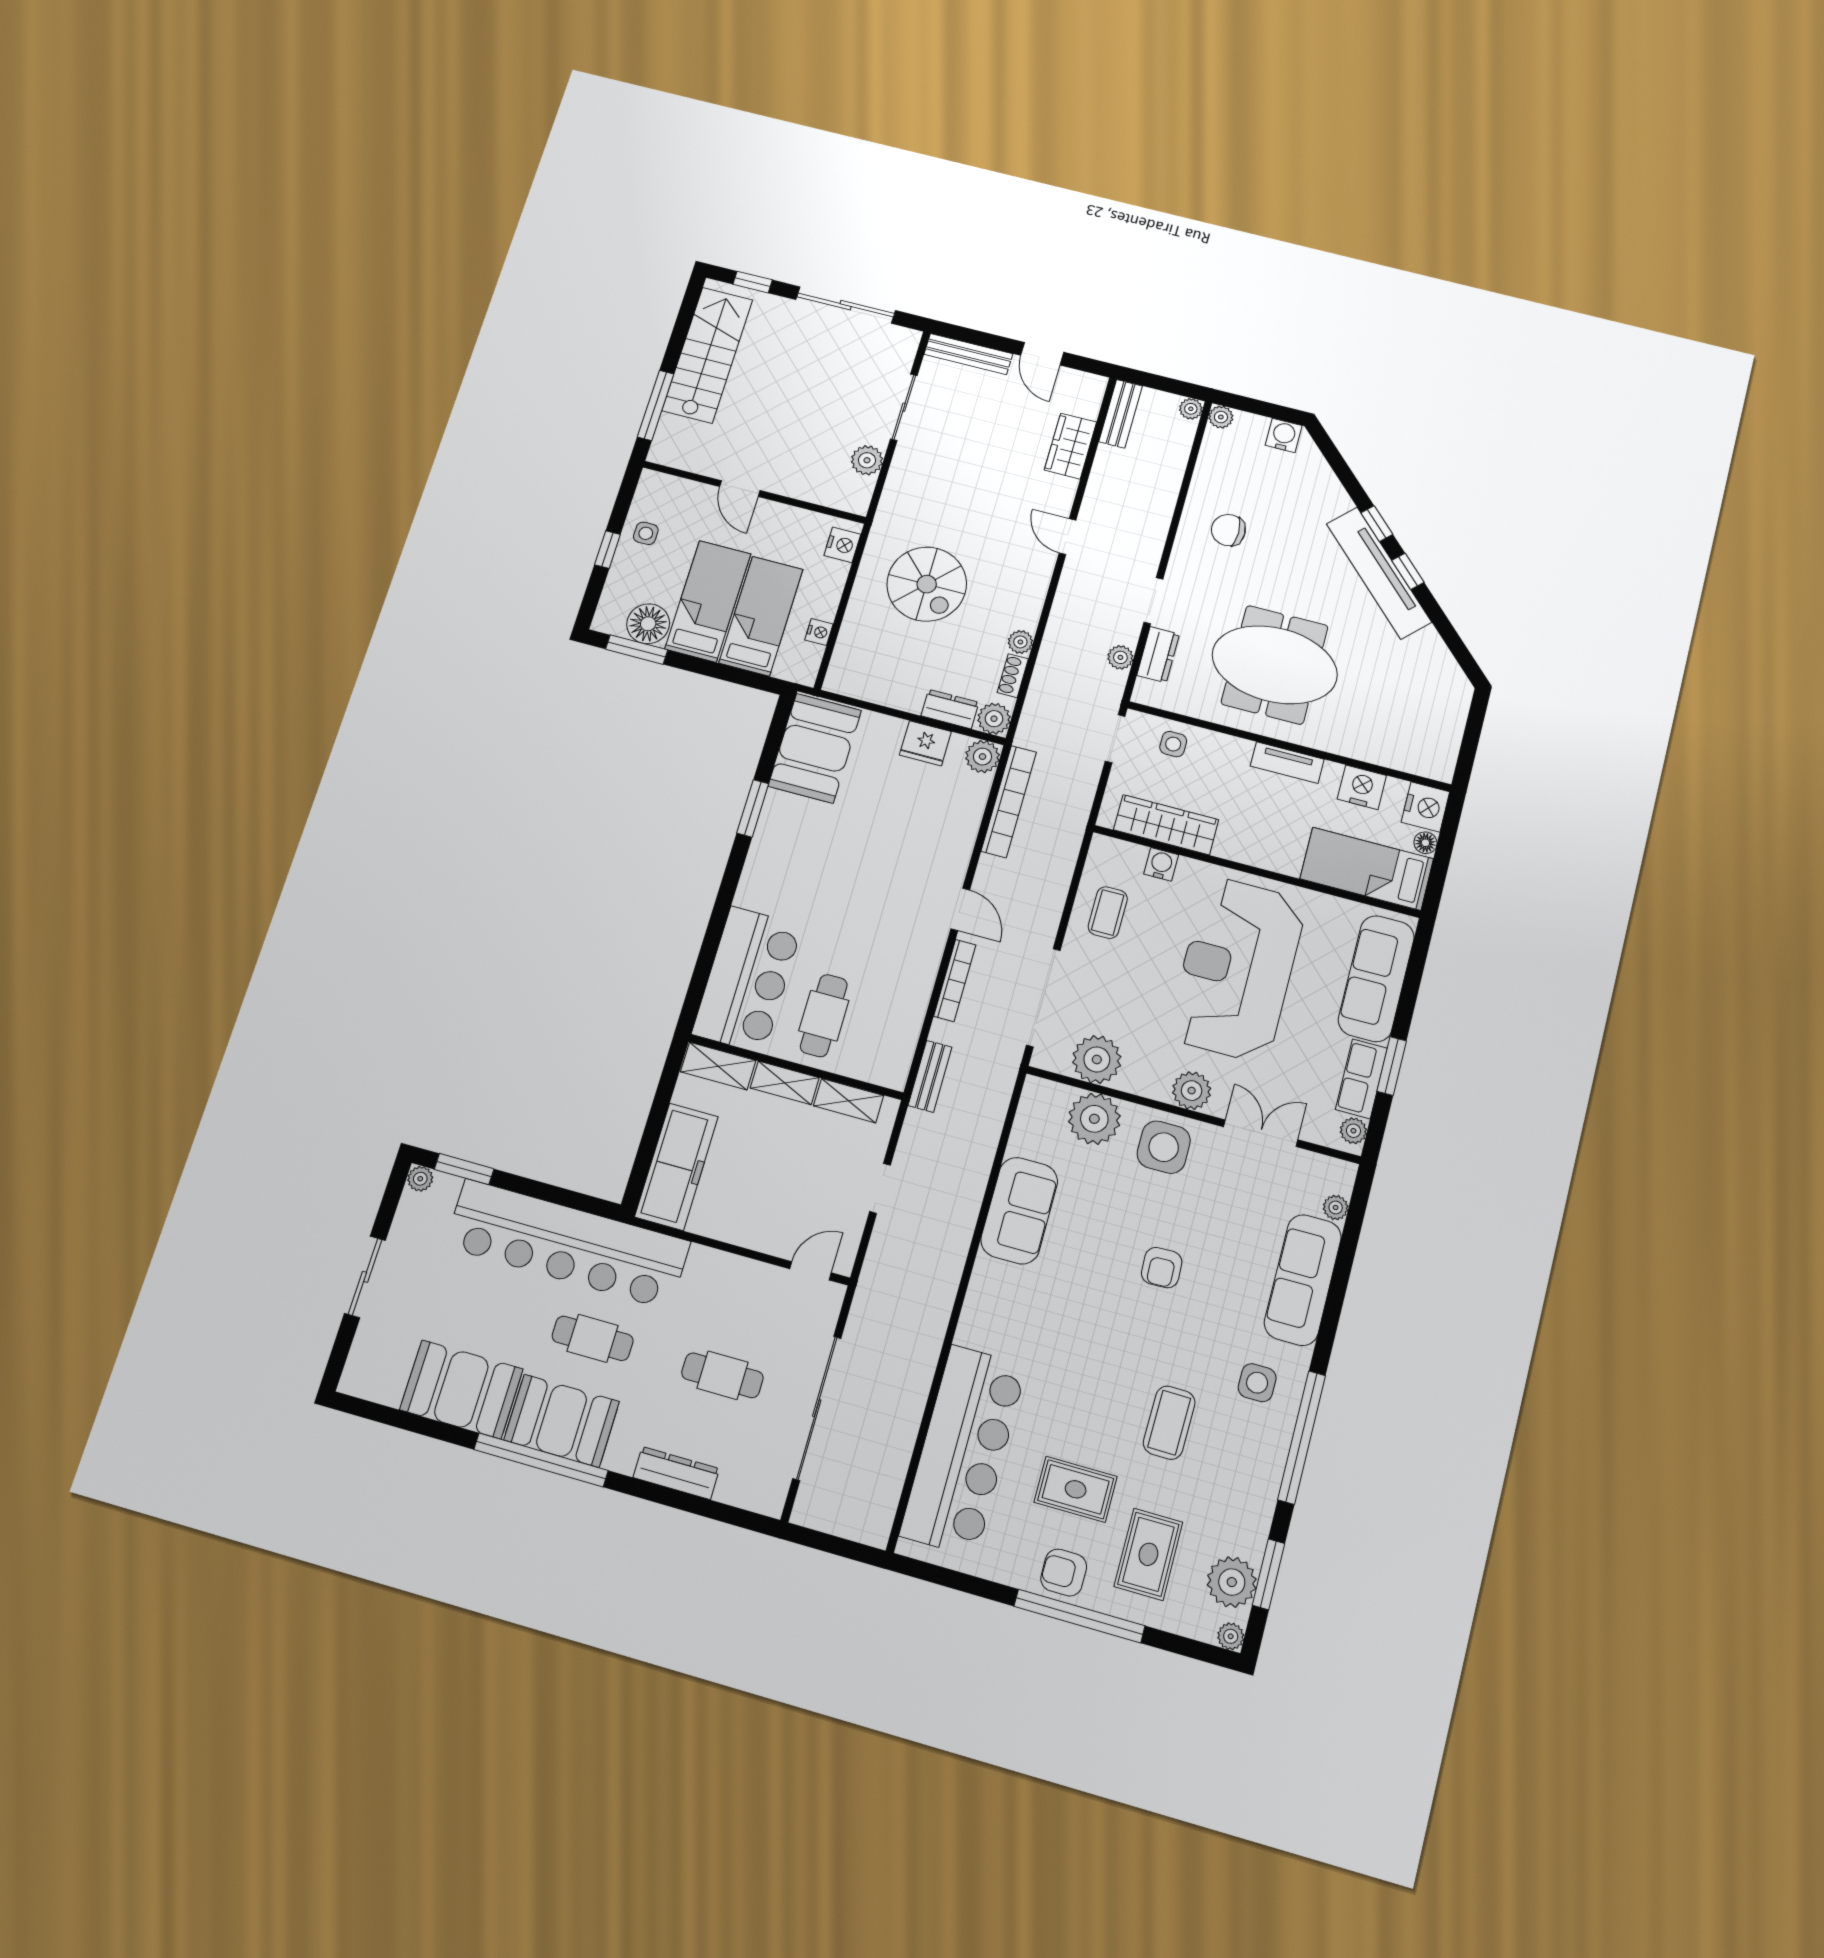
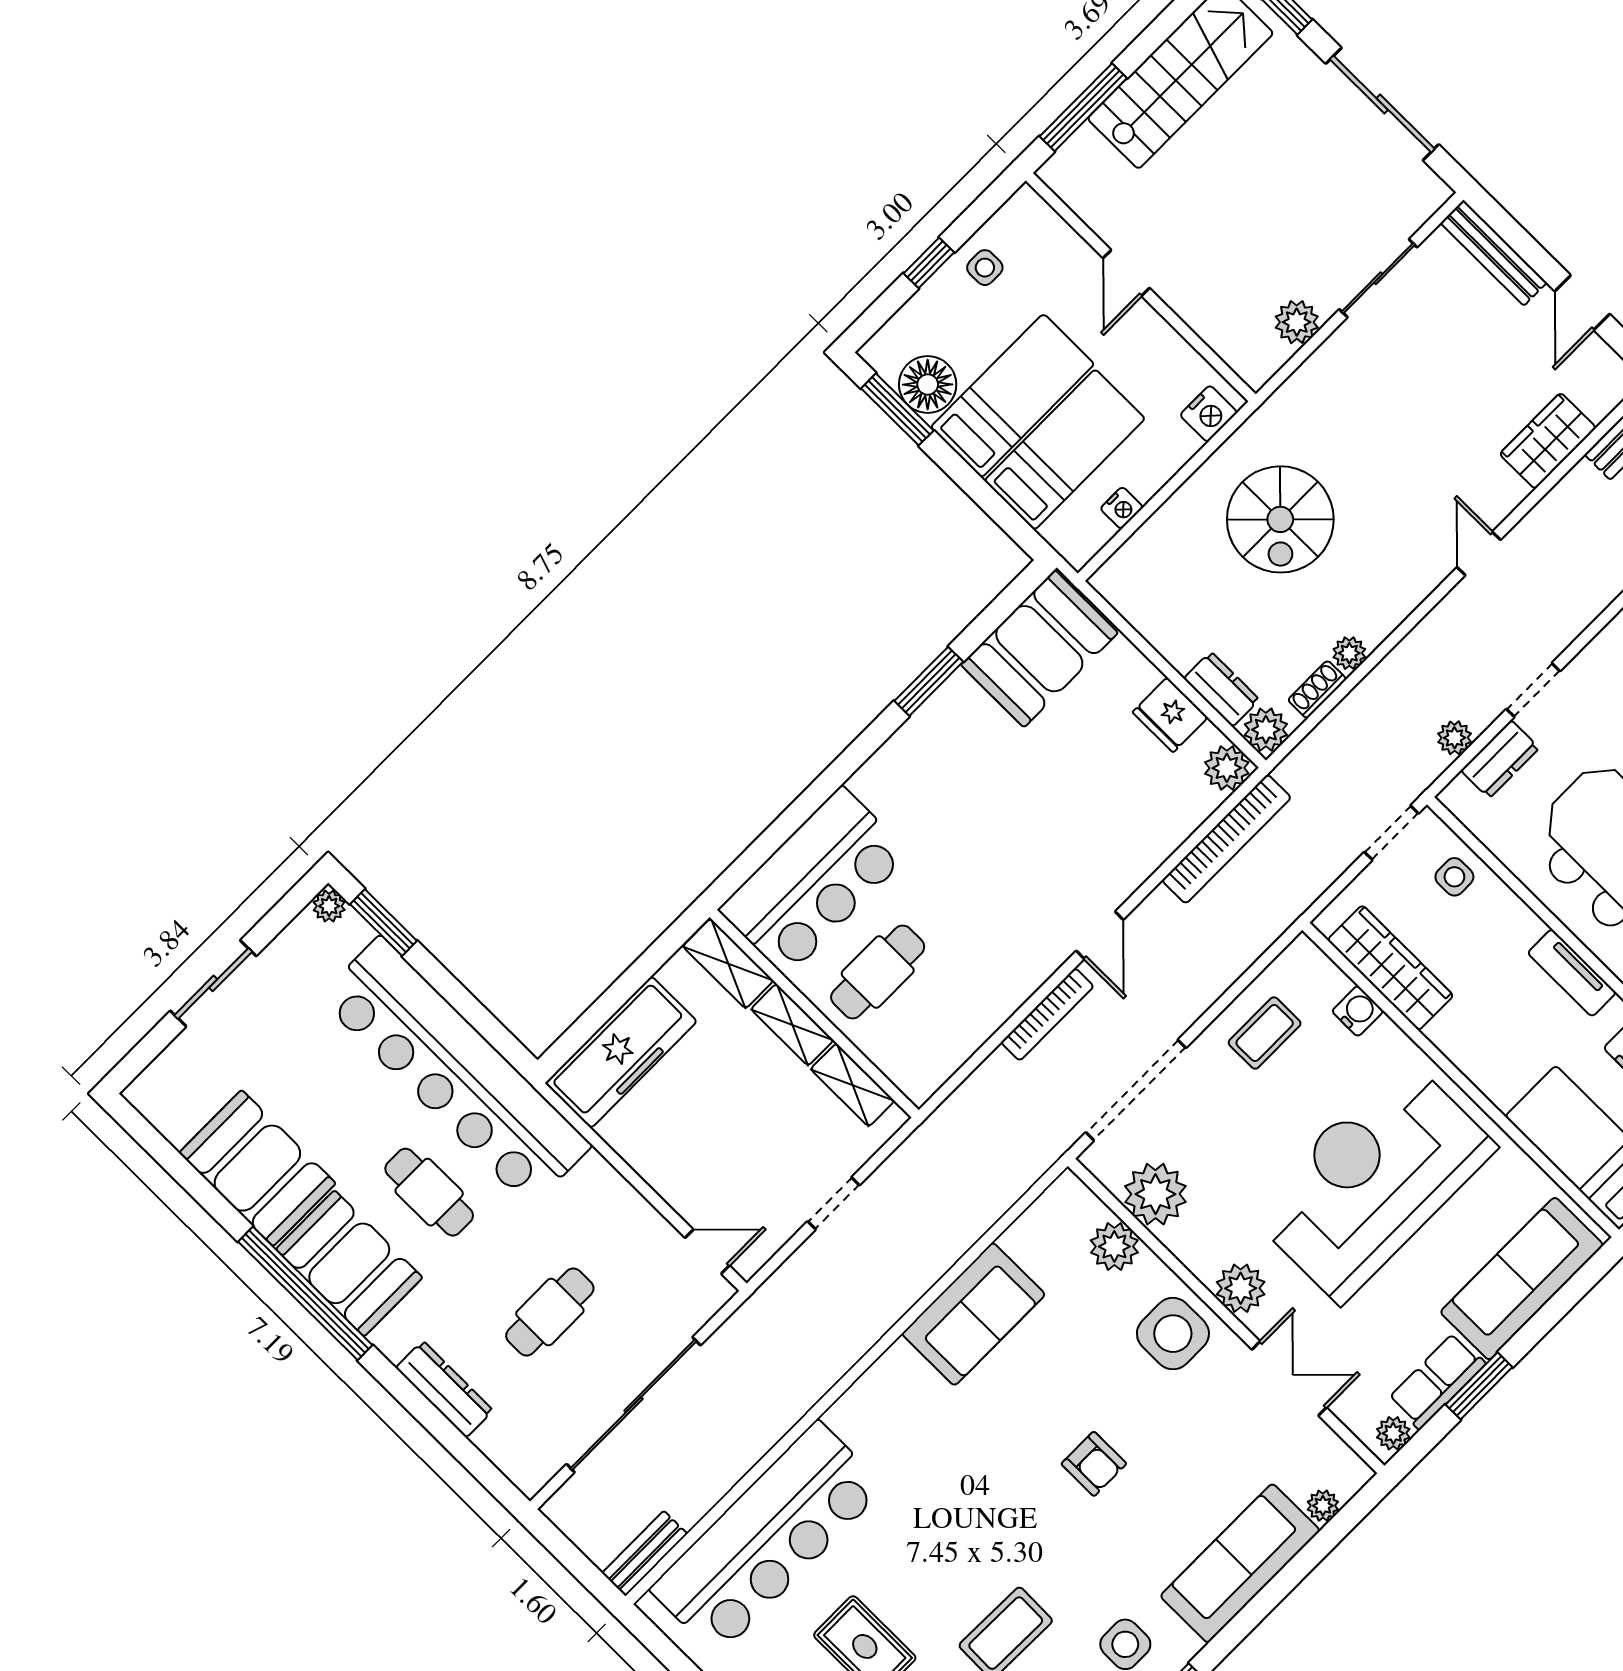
bench: (930, 1076) -> (645, 1554), moved
plant: (1094, 1119) -> (1114, 1246), width x0.73, depth x0.73
armchair: (1162, 1268) -> (1094, 1464), turned -88
cafe table: (722, 1375) -> (550, 1312), turned 90

